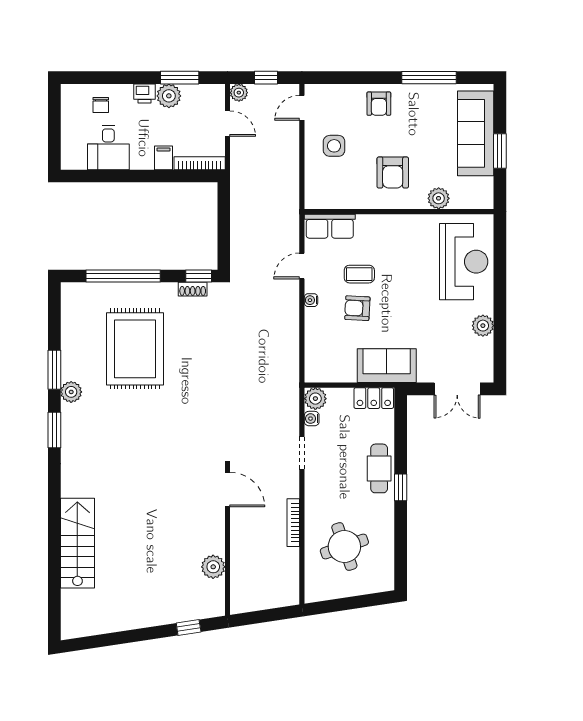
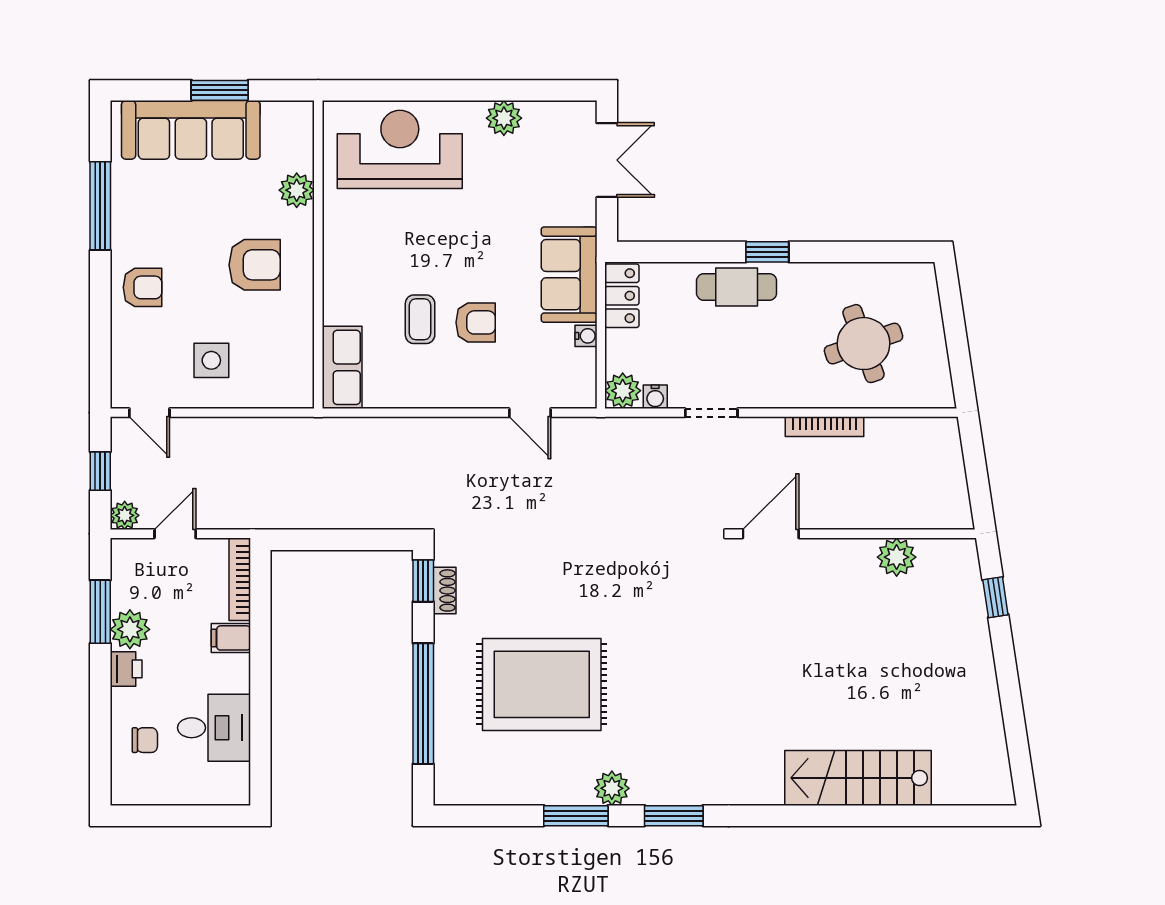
door: (302, 266) -> (530, 413), moved
water cooler: (311, 300) -> (586, 336), moved, turned -90
armchair: (357, 308) -> (476, 322), turned -93

